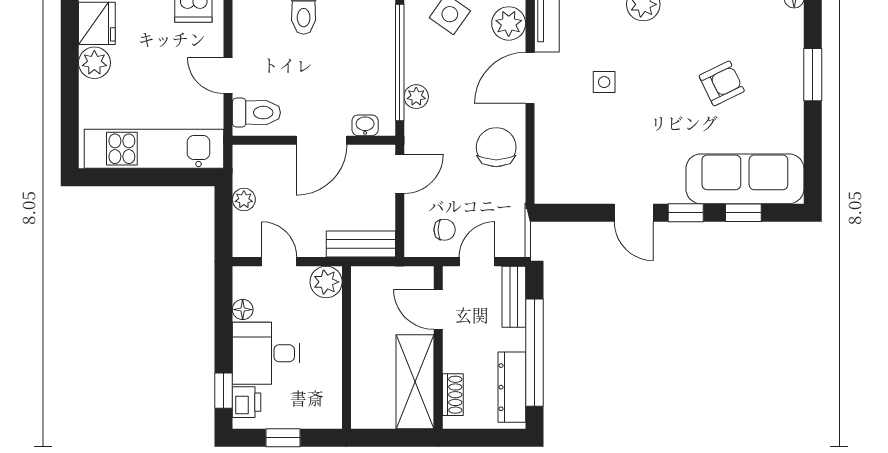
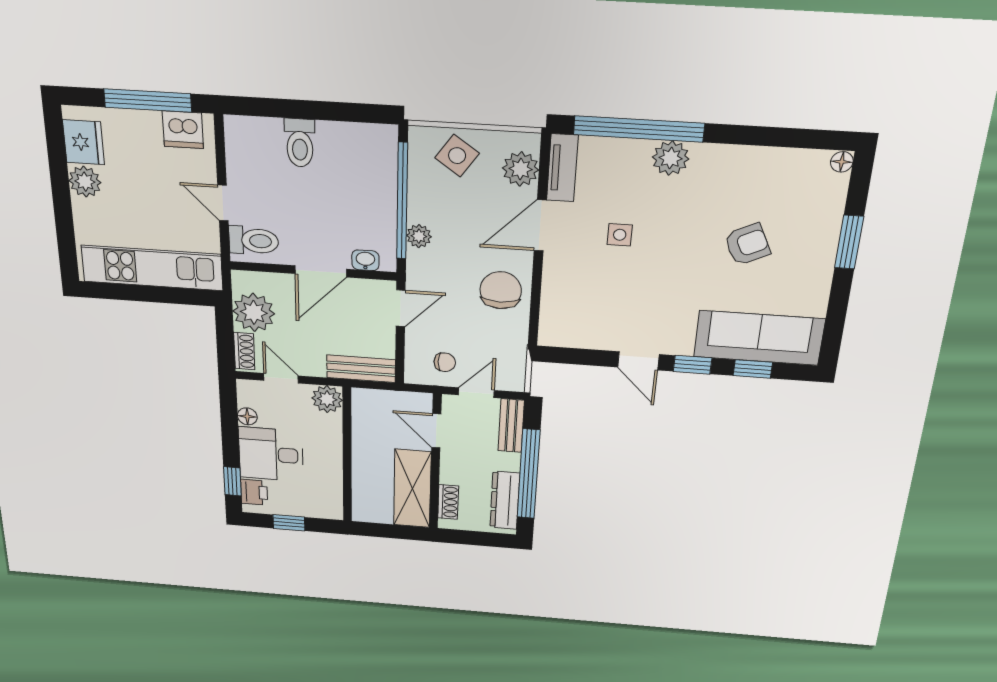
plant: (244, 200) -> (254, 312), width x1.88, depth x1.88
shoe rack: (242, 234) -> (244, 351), added

